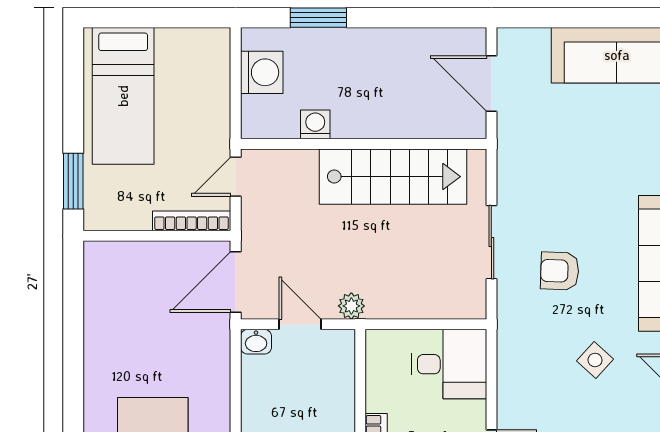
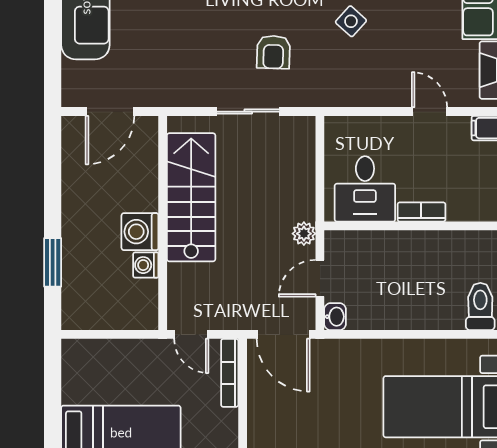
washing machine: (262, 72) -> (140, 232), moved, turned -90
desk: (449, 364) -> (365, 189), moved, turned 180

